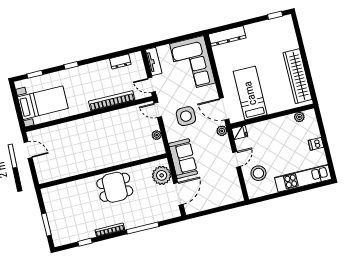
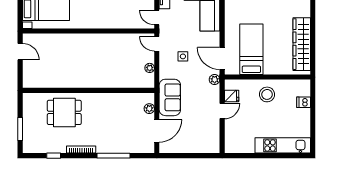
bookcase: (112, 101) -> (114, 23), removed
side table: (186, 116) -> (183, 56), width x0.54, depth x0.54
plant: (299, 117) -> (294, 85), removed
fridge: (240, 132) -> (232, 96), moved
dishwasher: (316, 144) -> (304, 102), moved
stool: (258, 173) -> (267, 94), moved
plant: (162, 175) -> (149, 109), width x0.53, depth x0.53
dining table: (115, 187) -> (64, 112), moved

